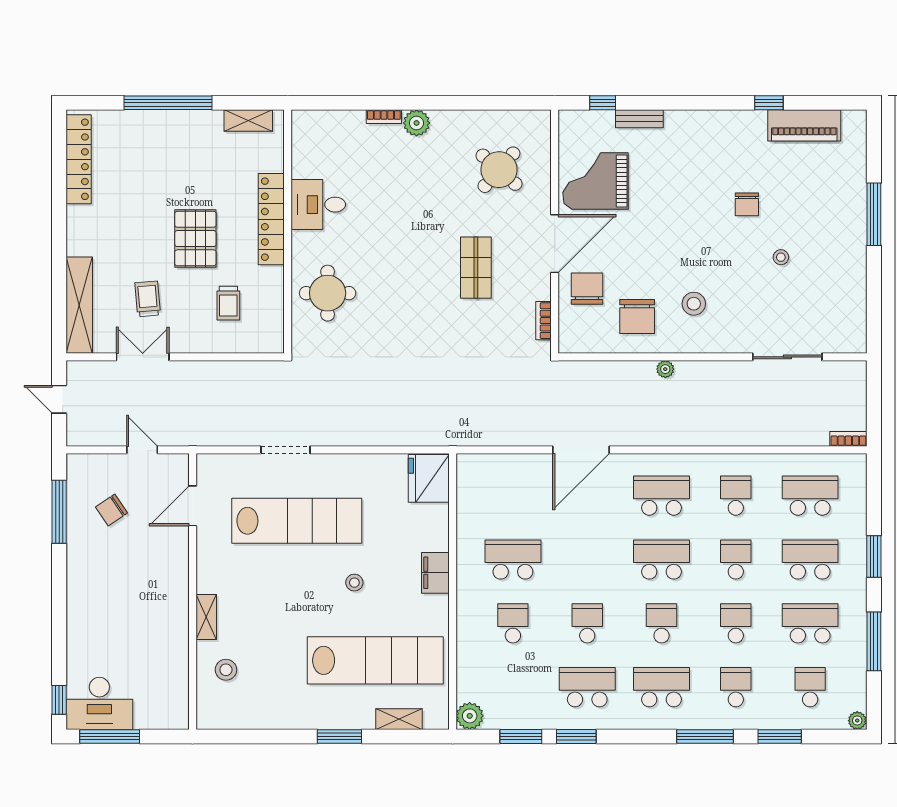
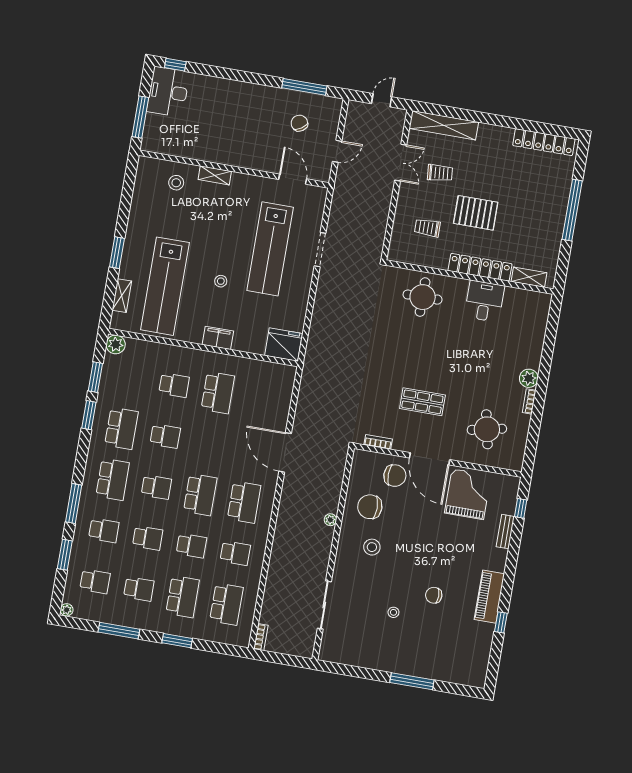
bookcase: (384, 117) -> (529, 401), moved
shelving: (248, 121) -> (529, 277), moved, turned 90
piano: (804, 125) -> (489, 597), moved
round table: (499, 170) -> (487, 429), turned 37
school desk: (810, 623) -> (139, 589), width x0.54
window: (110, 737) -> (140, 117), moved

